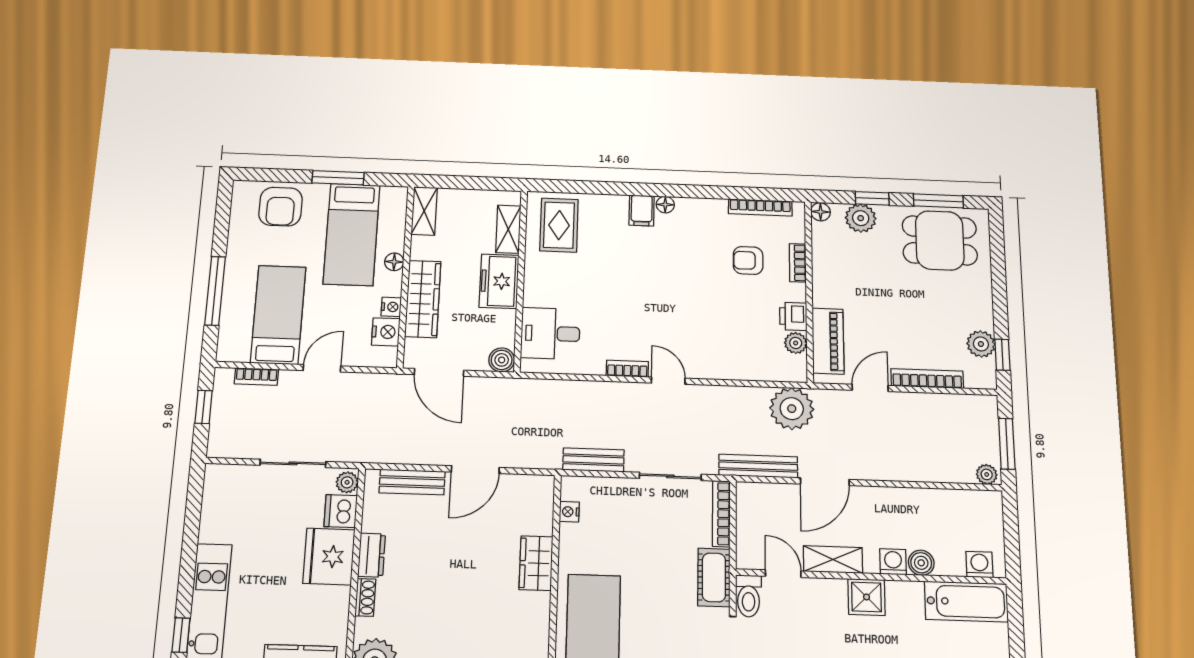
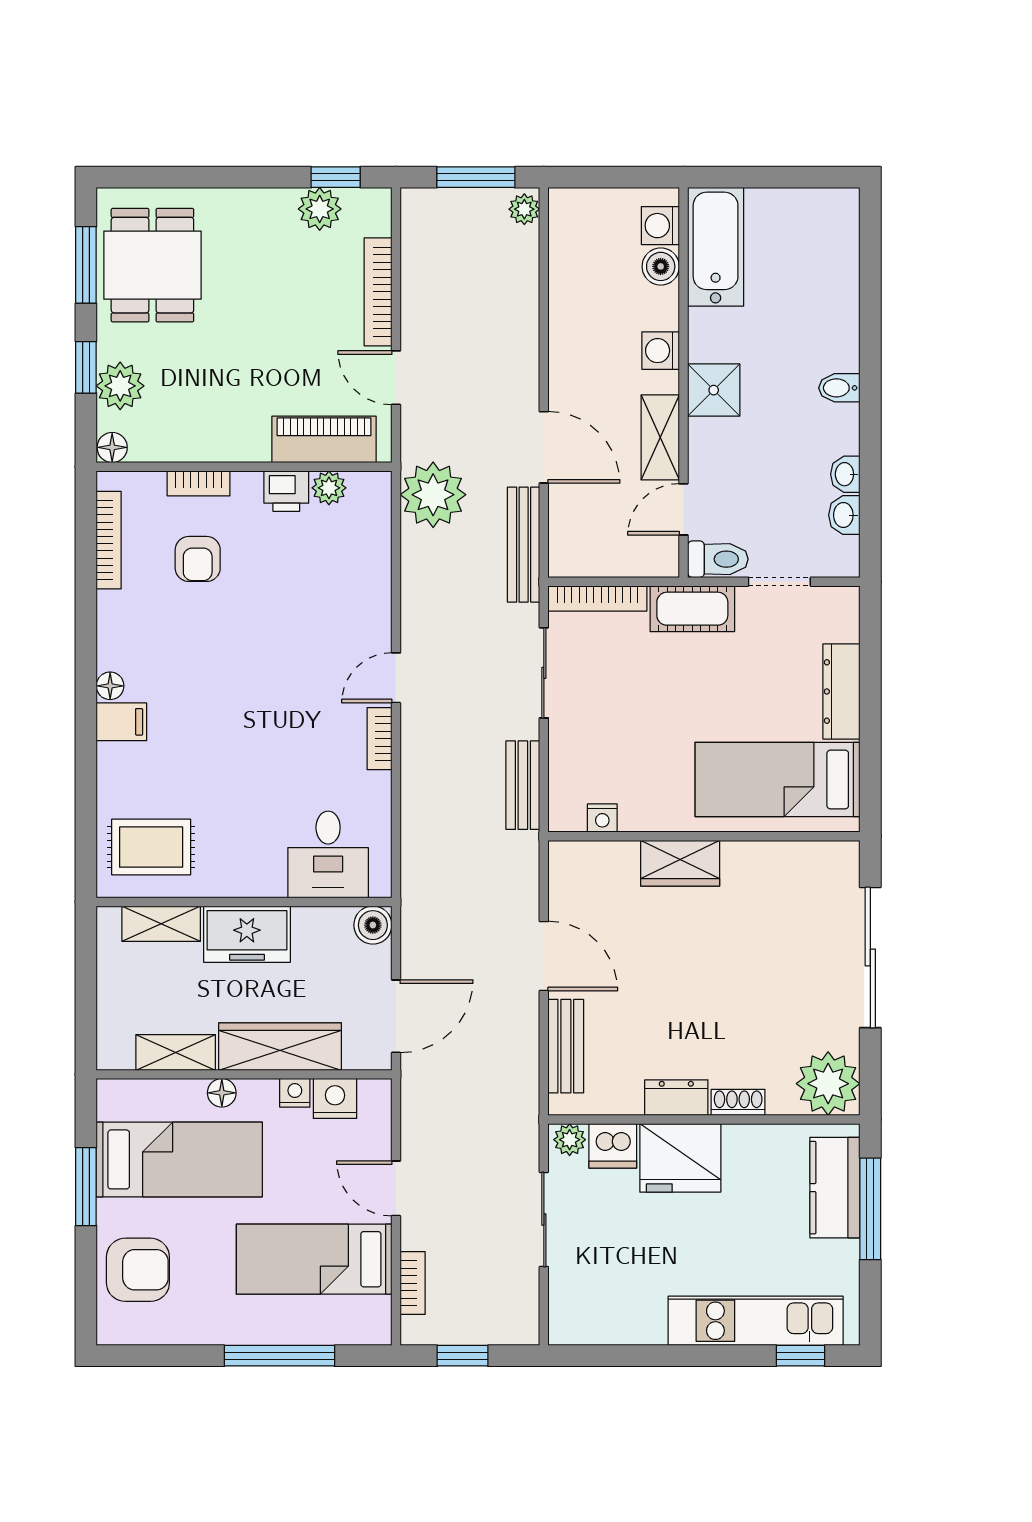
shelving: (424, 211) -> (176, 1052), moved
boiler: (921, 563) -> (661, 266), moved

